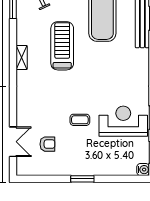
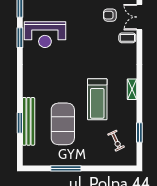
coffee table: (80, 120) -> (127, 38), moved

